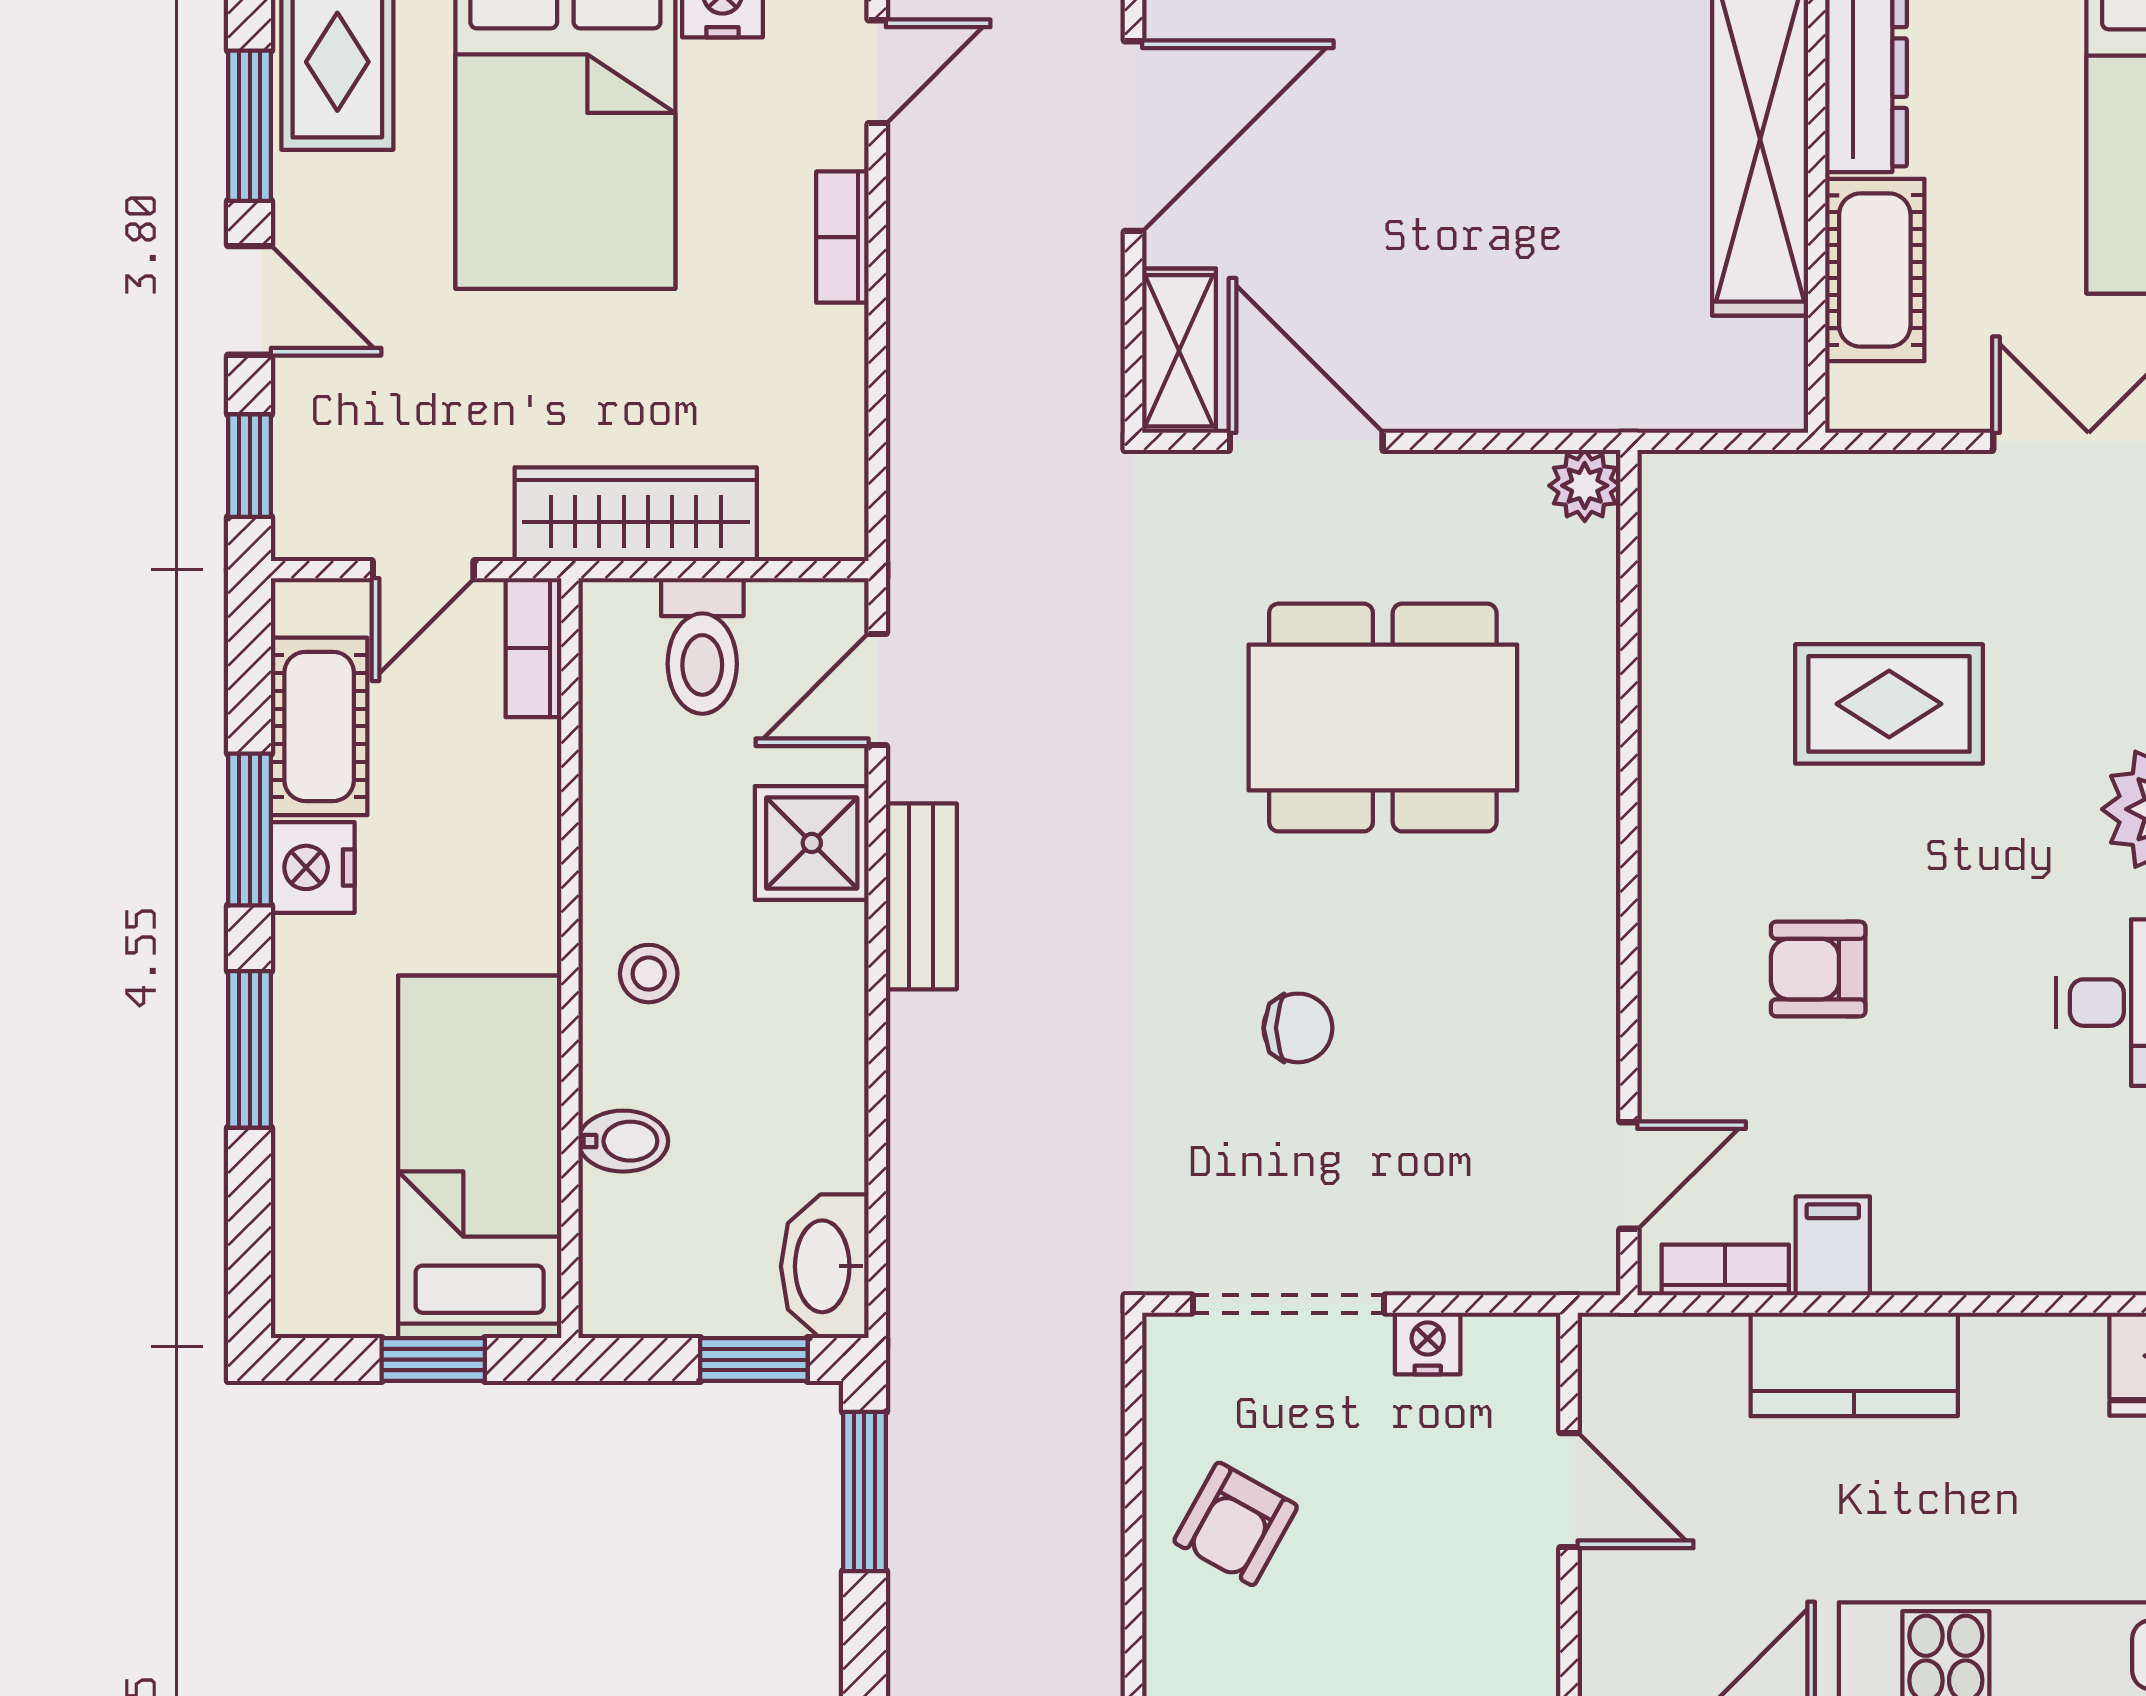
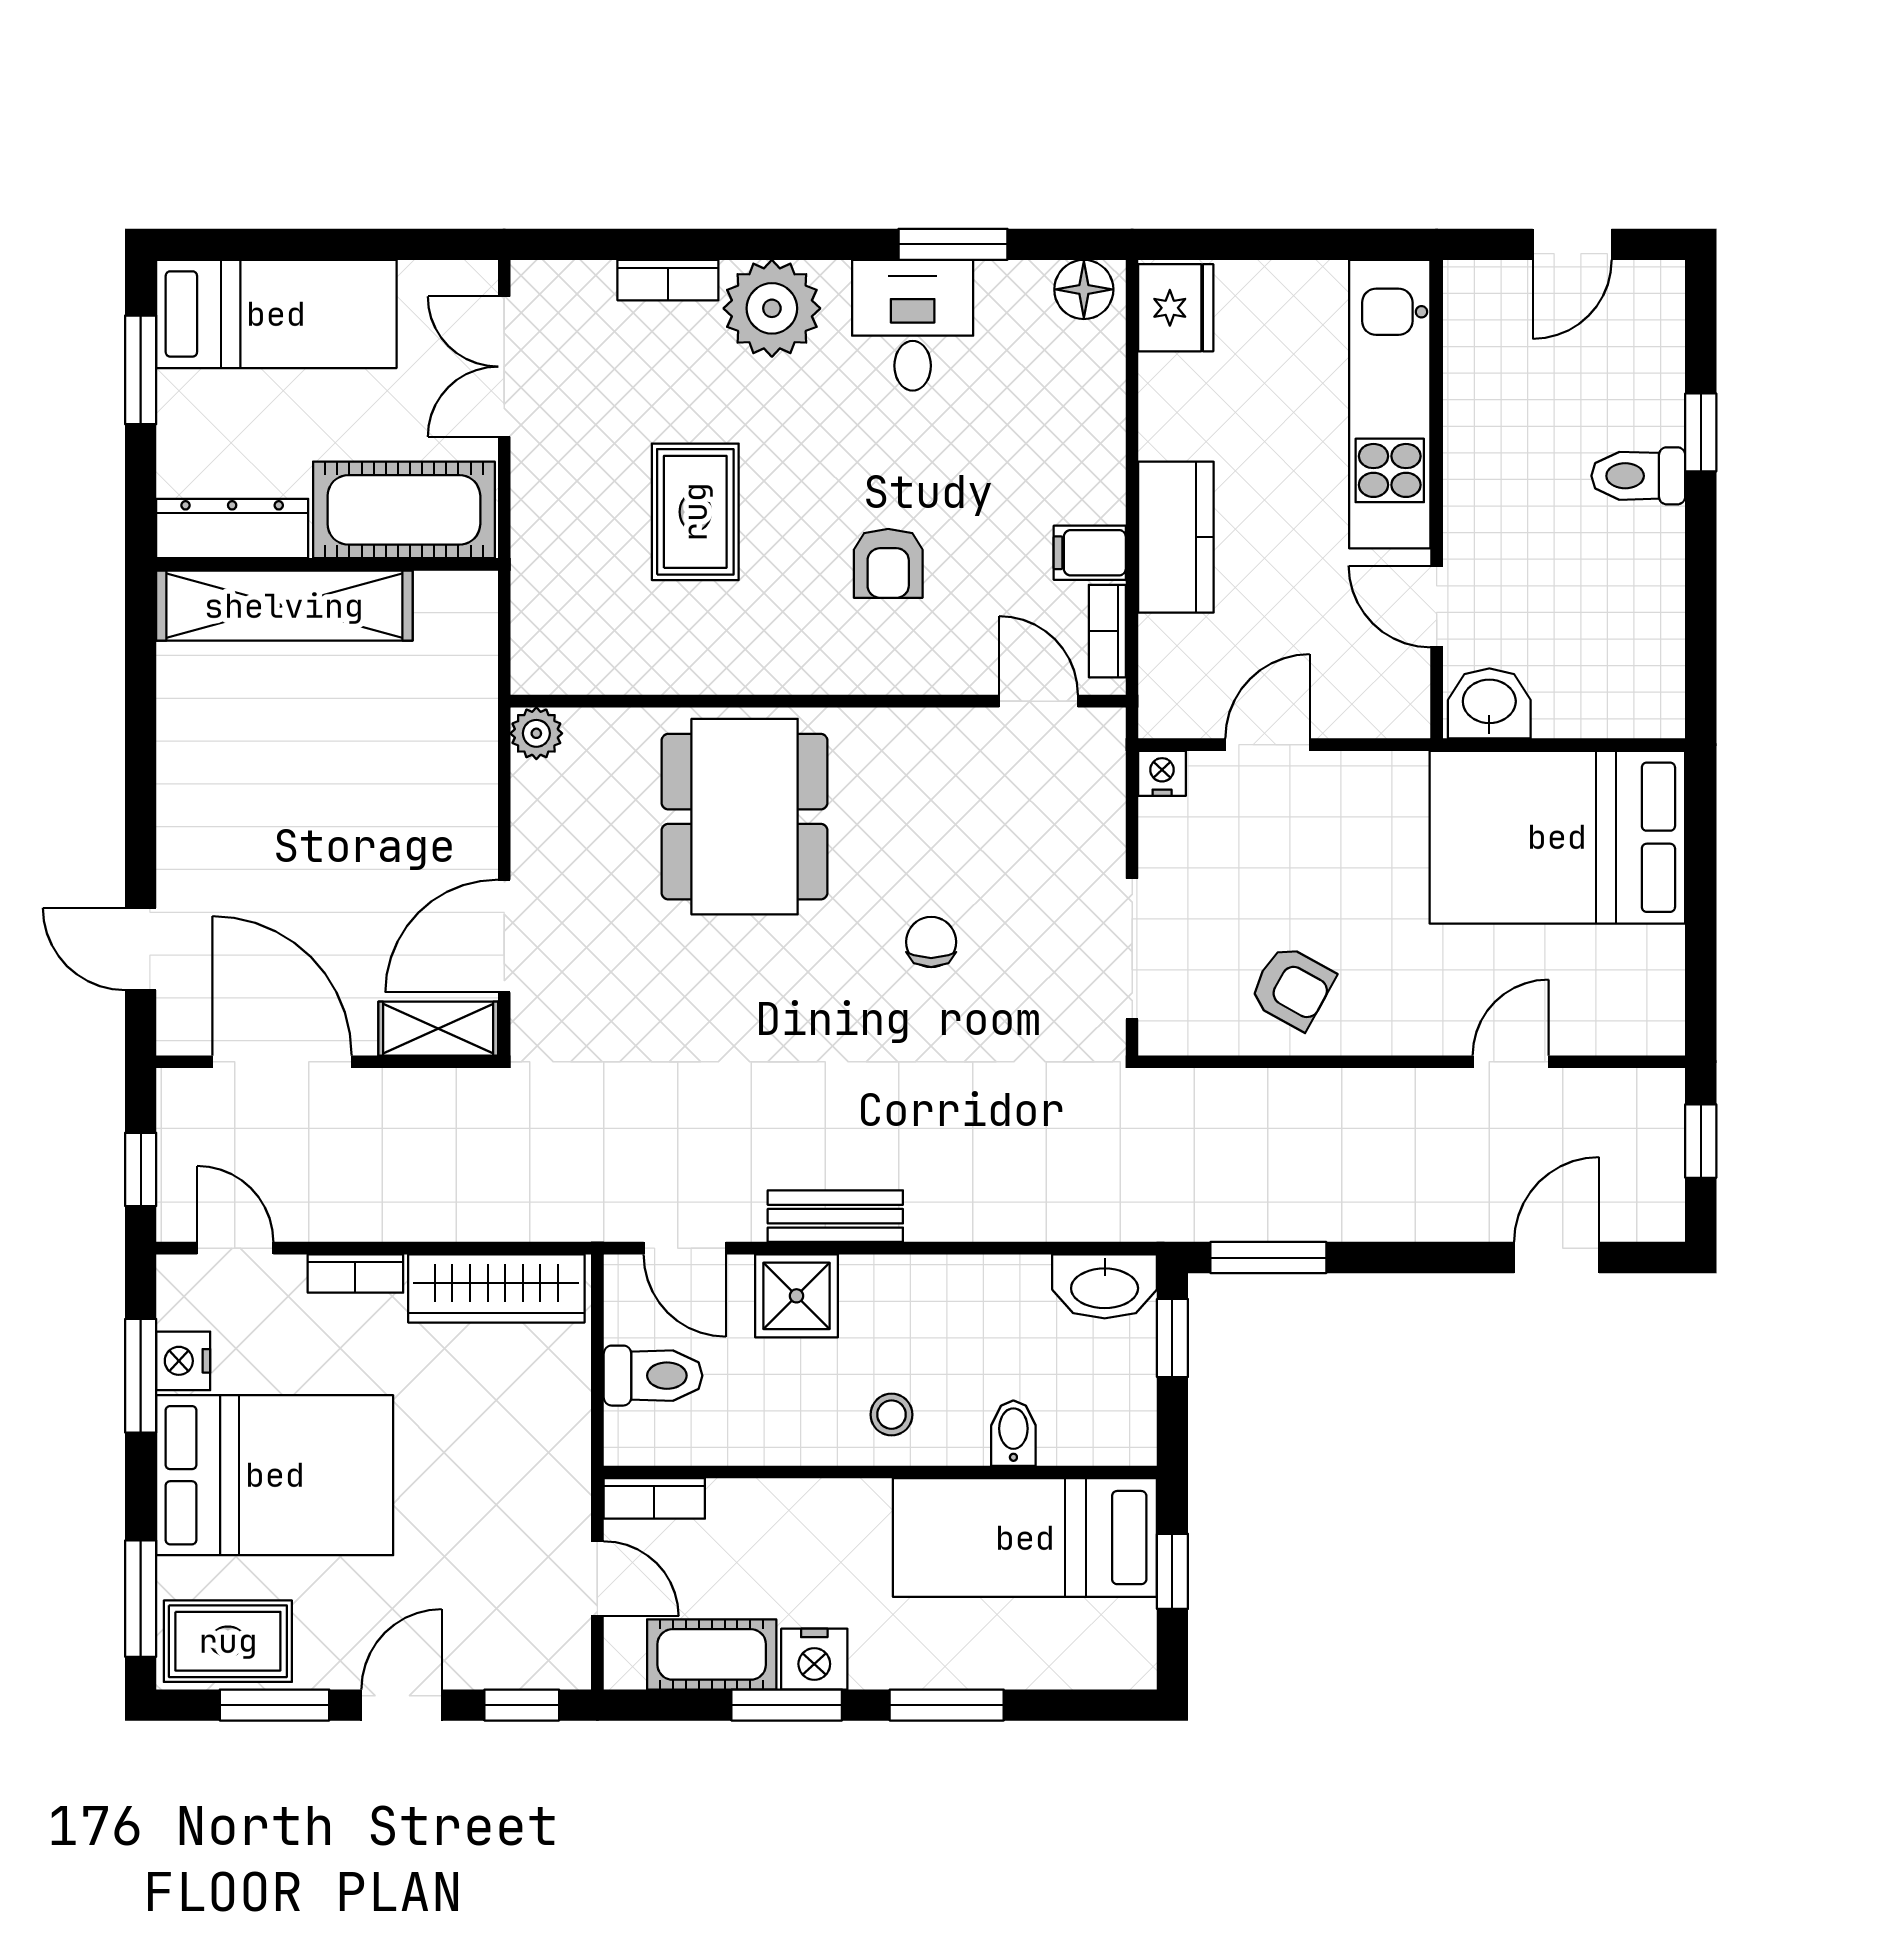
cot: (1875, 270) -> (404, 510), width x1.37, depth x1.34
wardrobe: (636, 514) -> (496, 1289), moved, turned -90
dining table: (1383, 718) -> (745, 817), moved
nightstand: (1428, 1343) -> (1162, 773), moved, turned 90

